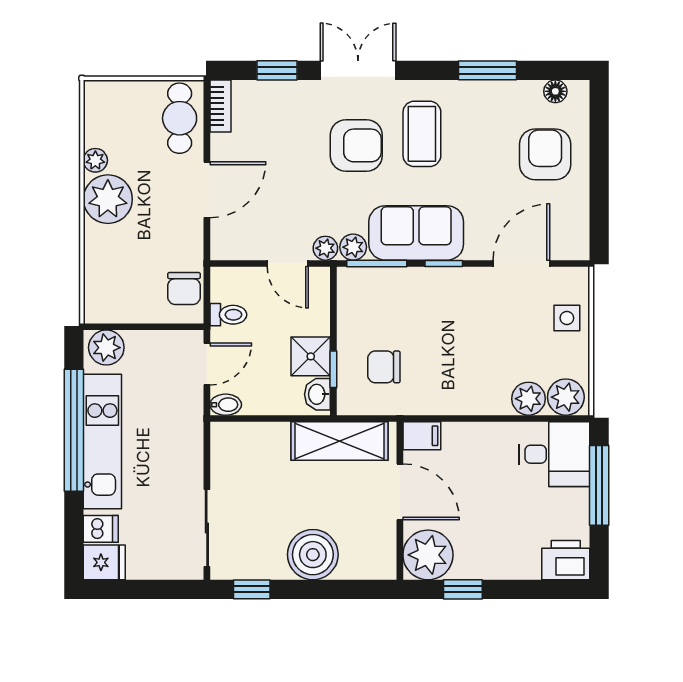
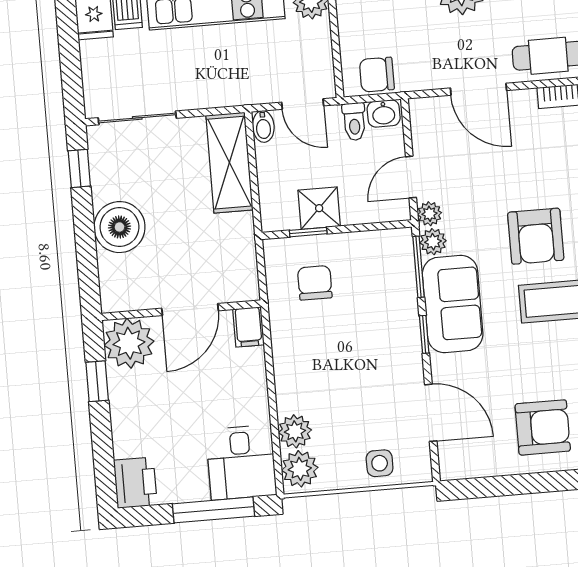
washbasin: (317, 394) -> (384, 113), moved, turned 180
shelving: (340, 441) -> (229, 163), moved

